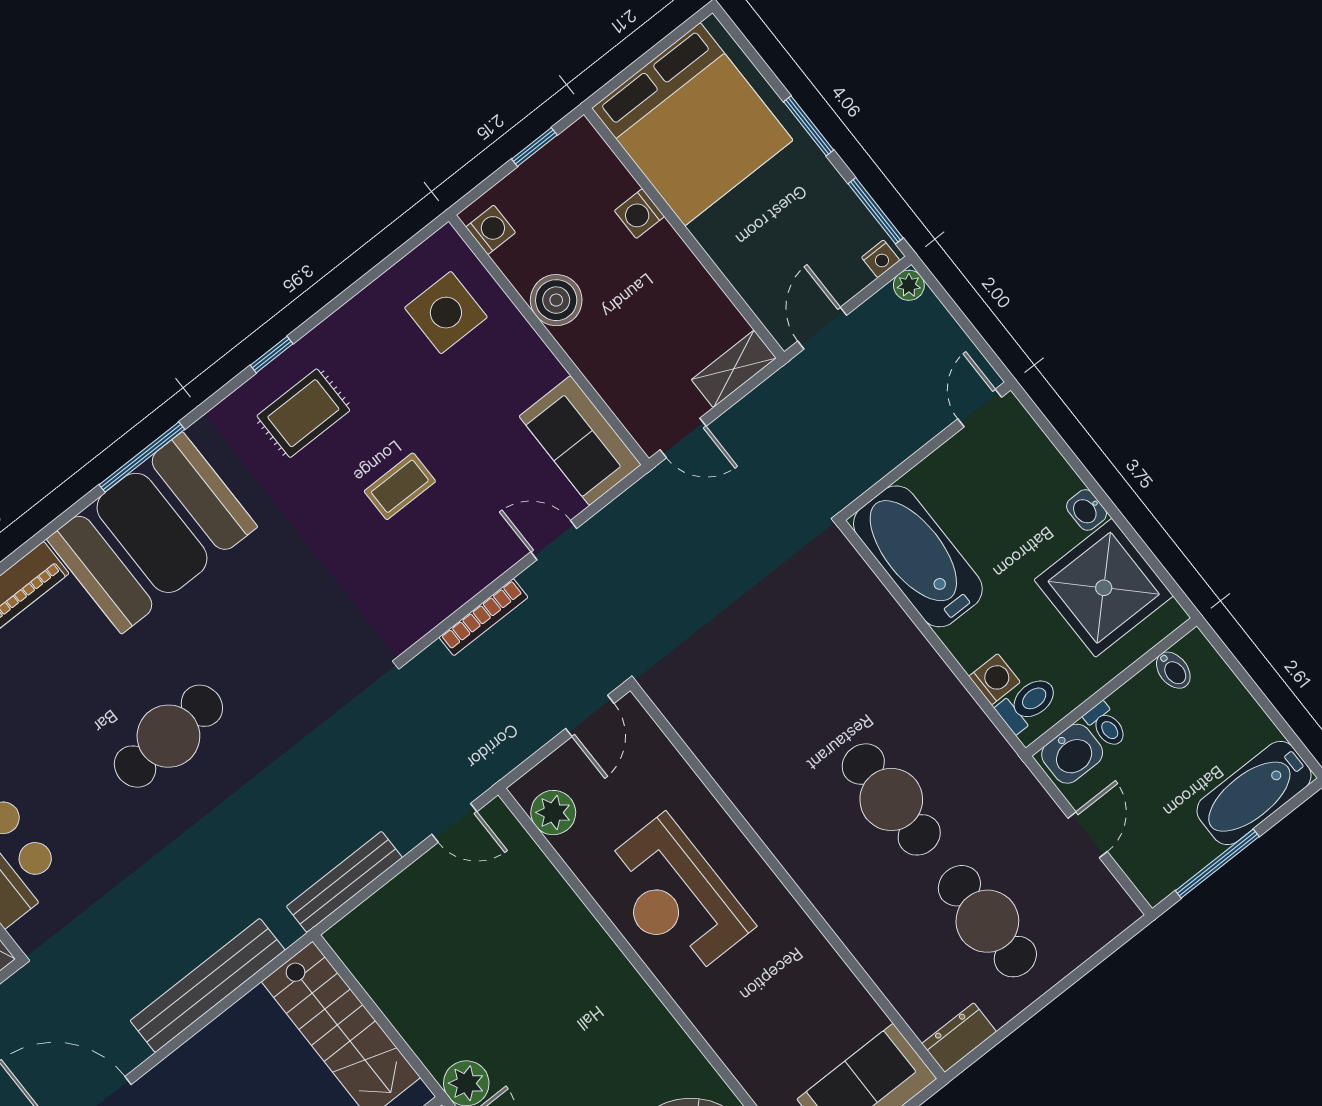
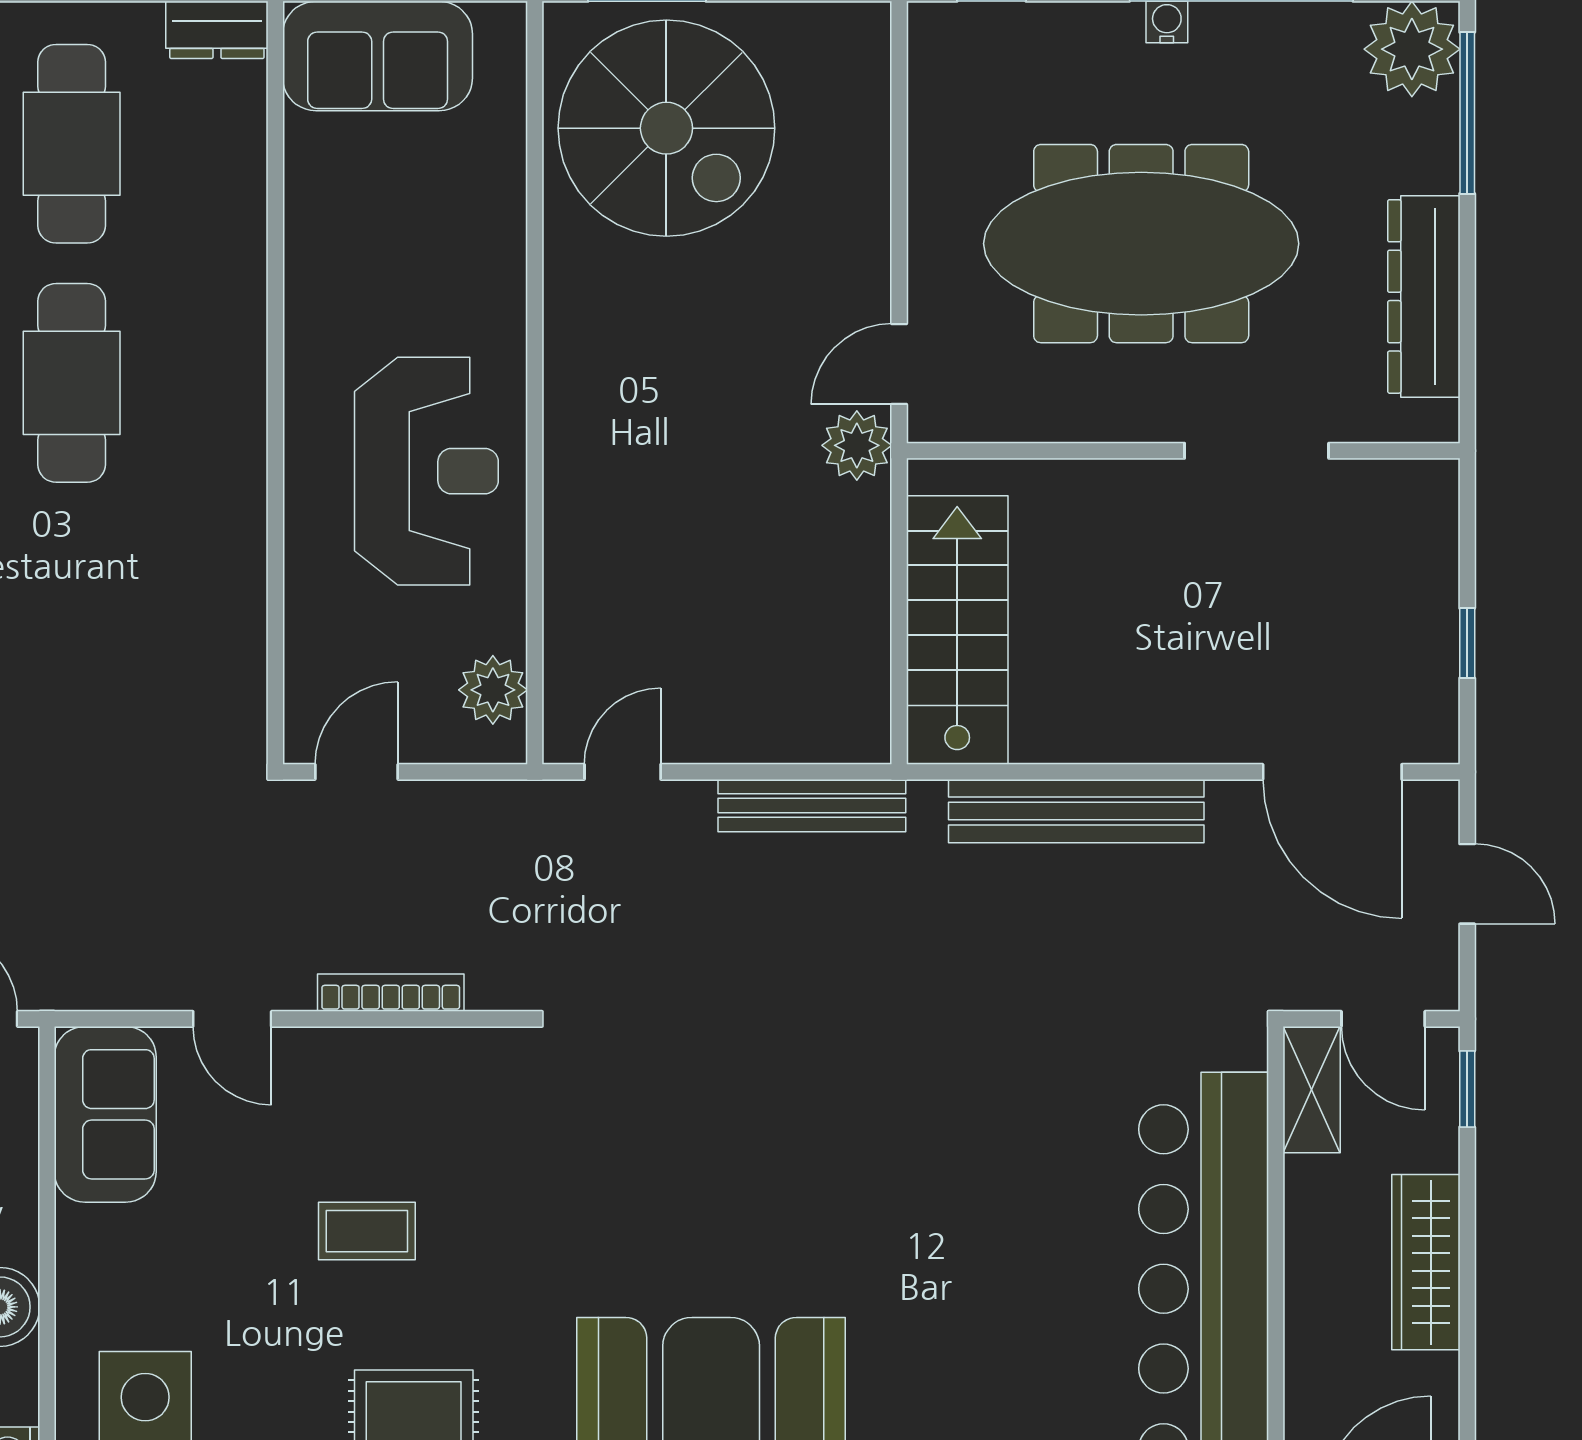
cafe table: (168, 736) -> (885, 1150), removed
door: (454, 823) -> (623, 772), hinge flipped

